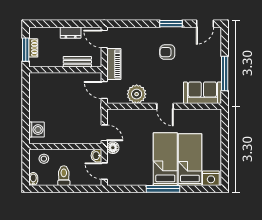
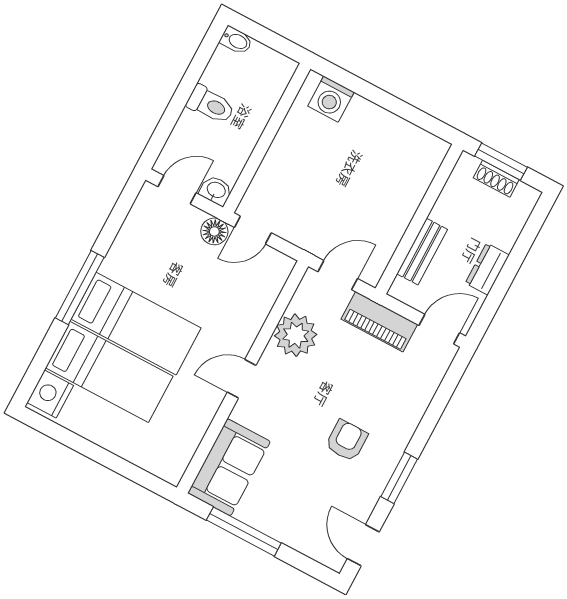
stool: (44, 159) -> (265, 83), removed

